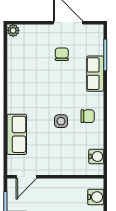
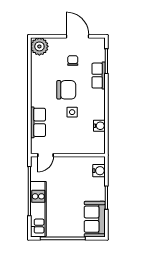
plant: (13, 30) -> (39, 46), width x1.87, depth x1.87
chair: (88, 116) -> (66, 90), moved, width x1.87, depth x1.87
water cooler: (96, 156) -> (99, 126), moved

